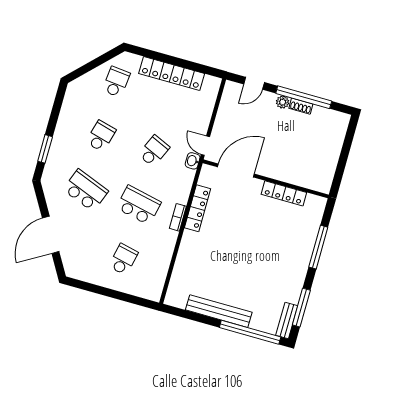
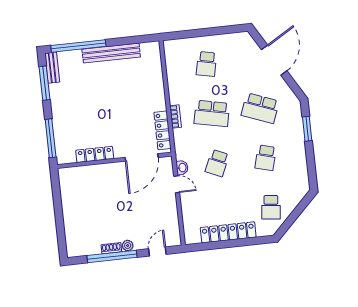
door: (236, 170) -> (142, 157), moved
wall: (266, 179) -> (114, 160), moved
locker: (284, 193) -> (95, 154), moved

